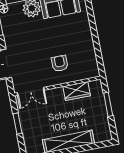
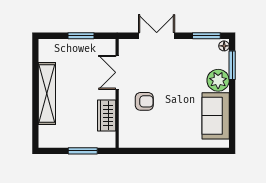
double door: (31, 91) -> (117, 72), moved

